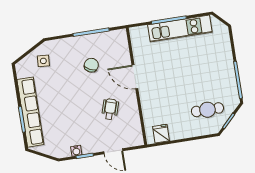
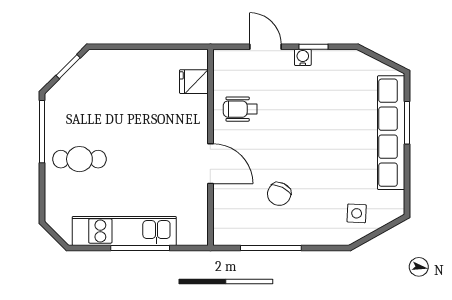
wheelchair: (110, 109) -> (240, 109), moved, turned 72
cafe table: (207, 110) -> (79, 159), moved
fridge: (161, 134) -> (194, 82), moved, turned 90
water cooler: (76, 151) -> (303, 57), moved

